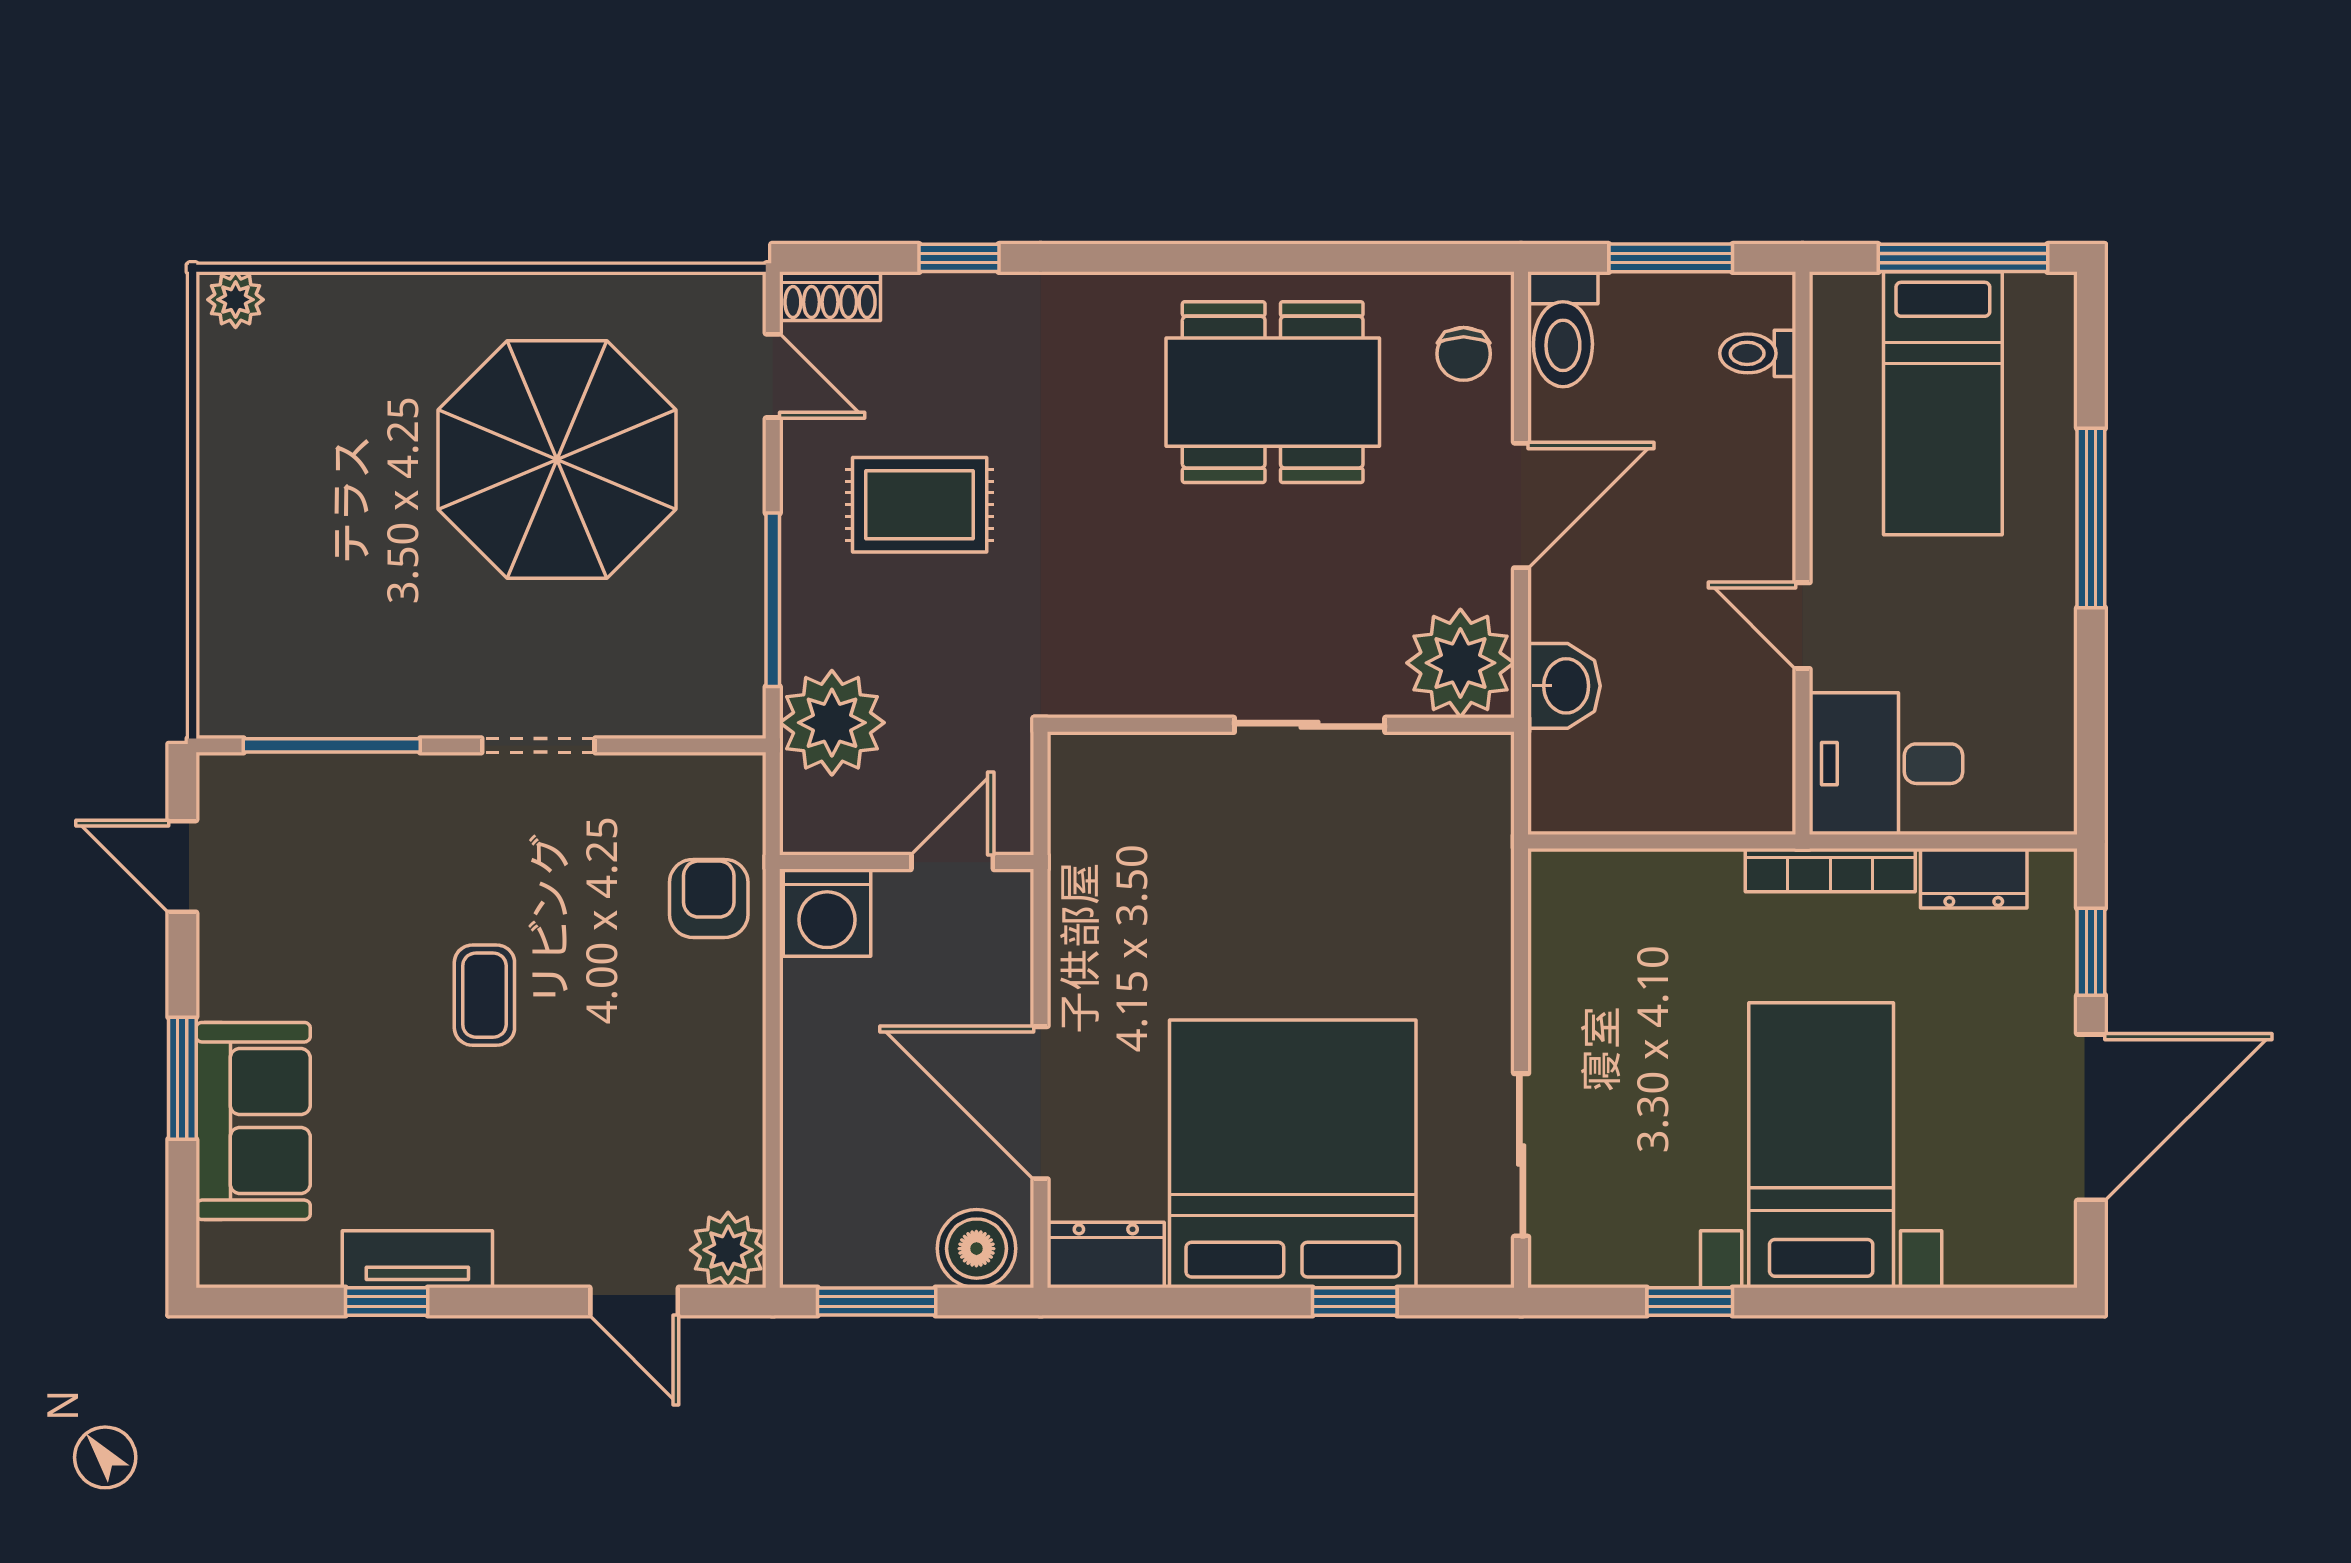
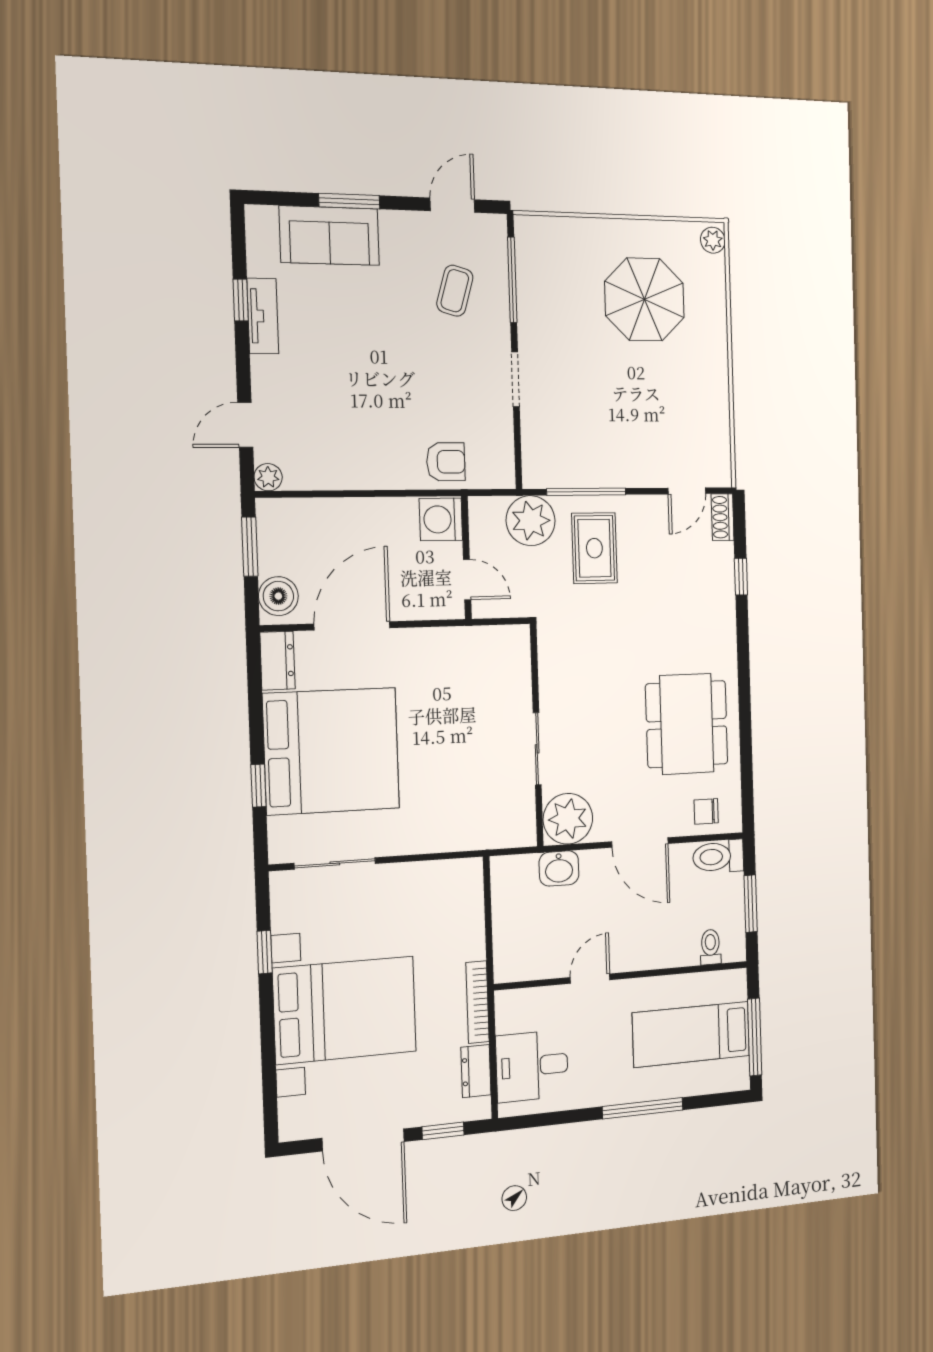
parasol: (557, 459) -> (645, 299), moved, width x0.73, depth x0.73
rug: (920, 505) -> (594, 548), moved
desk: (1886, 764) -> (532, 1066), moved, turned -90
coffee table: (484, 995) -> (455, 291), moved, turned -74
bed with nightstands: (1821, 1145) -> (345, 1010), width x1.36
plant: (728, 1250) -> (268, 477), width x0.73, depth x0.73

